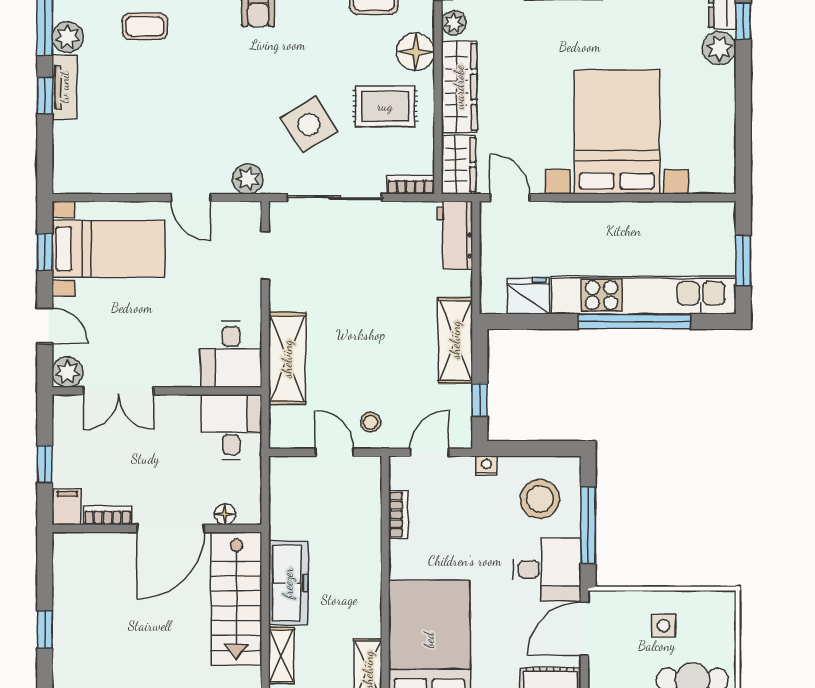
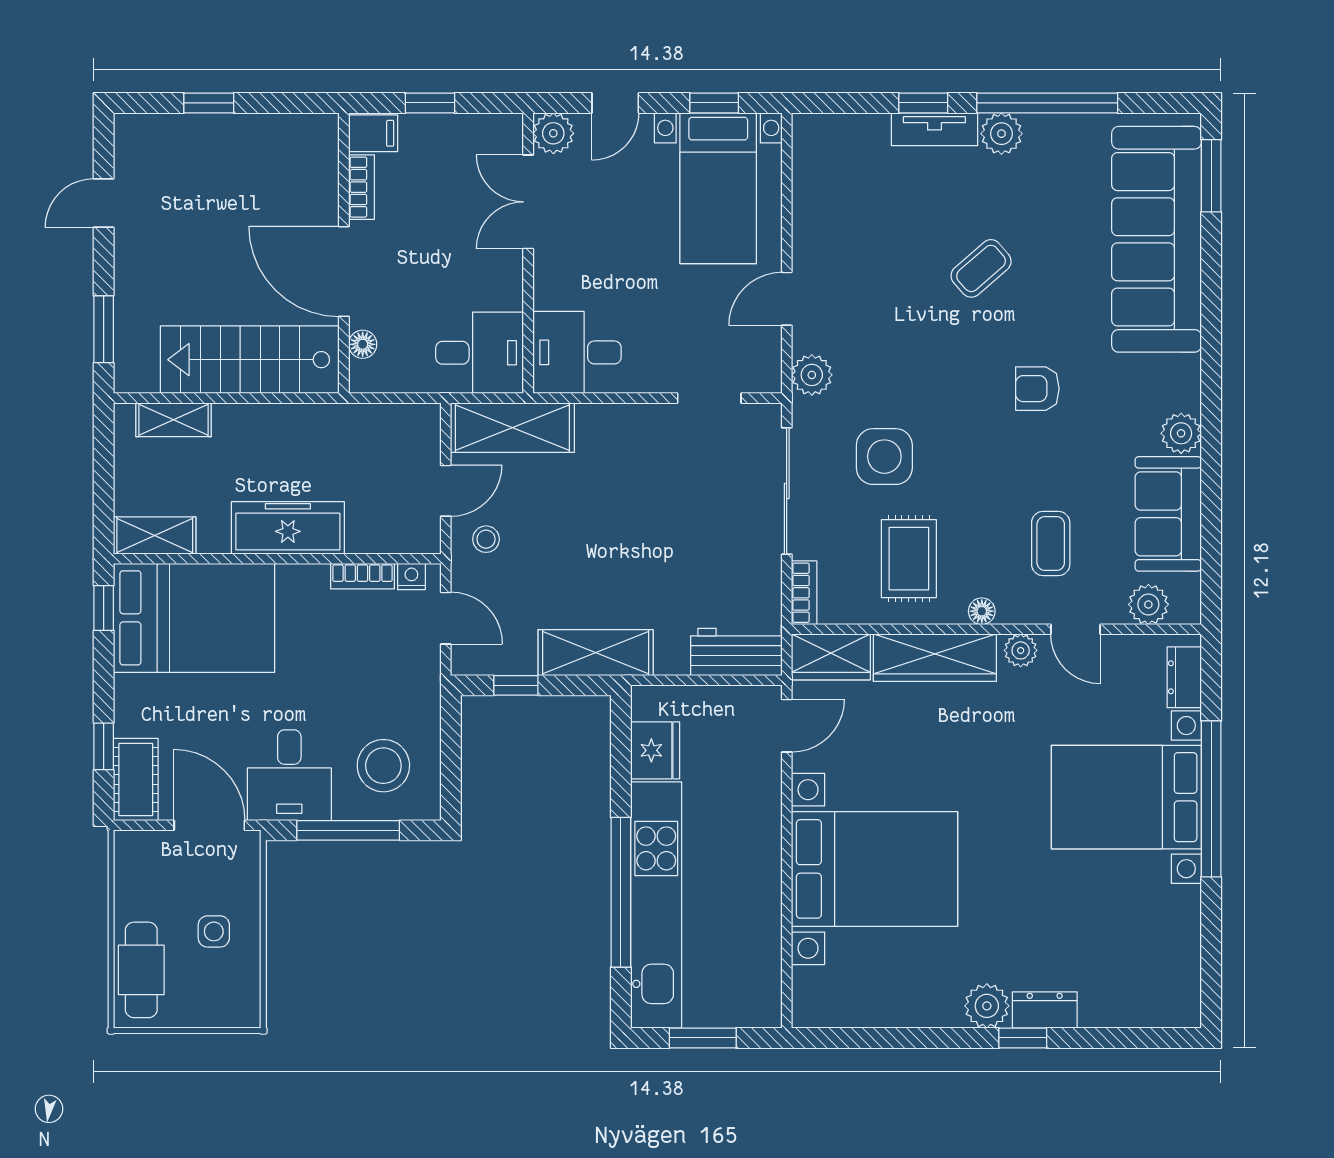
coffee table: (145, 26) -> (981, 268), moved, turned 49
floor lamp: (416, 52) -> (982, 611), width x0.53, depth x0.53
side table: (309, 125) -> (884, 457), turned 32
shelving: (287, 359) -> (512, 428), moved
nightstand: (486, 466) -> (411, 577), moved, turned -90
freezer: (288, 583) -> (288, 528), moved, turned 180

